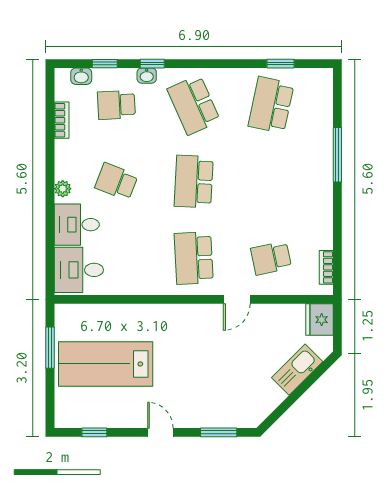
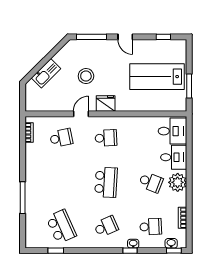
window: (105, 64) -> (174, 251), moved
school desk: (194, 105) -> (106, 227), width x0.54
school desk: (271, 105) -> (61, 227), turned -36
plant: (63, 189) -> (178, 182), width x1.88, depth x1.88
school desk: (194, 258) -> (106, 138), width x0.54
fridge: (319, 320) -> (106, 104), moved, turned -90
lab bench: (106, 364) -> (157, 77), turned 180
stool: (228, 365) -> (86, 76), added
window: (219, 432) -> (92, 37), width x1.44

